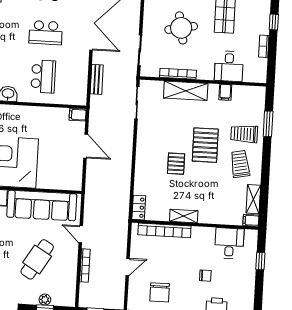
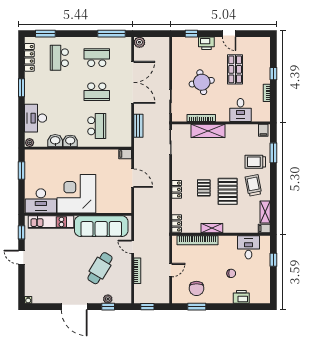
filing cabinet: (225, 92) -> (263, 130), moved
pallet: (205, 145) -> (228, 191), moved
locker: (141, 164) -> (177, 189), added

